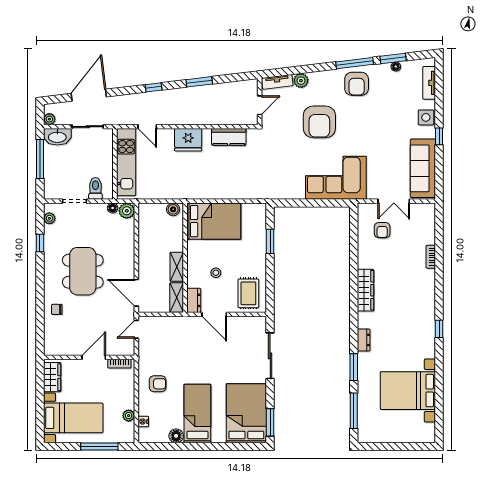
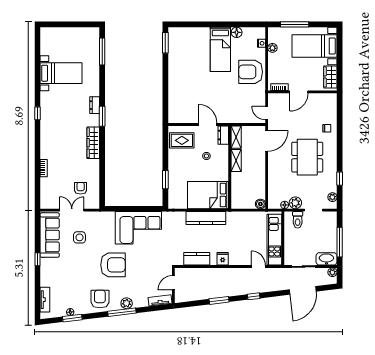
window: (355, 63) -> (122, 312), moved
plant: (301, 81) -> (127, 303), moved
side table: (426, 117) -> (79, 237), moved
armchair: (319, 122) -> (113, 265), moved, turned 90
fridge: (188, 140) -> (223, 259), width x0.53, depth x0.75
corner sofa: (336, 178) -> (138, 228), moved
kitchen counter: (217, 191) -> (206, 218), added
boiler: (173, 209) -> (260, 204), moved
plant: (127, 211) -> (295, 203), moved
door: (136, 293) -> (267, 141), hinge flipped
rug: (248, 293) -> (182, 140), turned 90
door: (136, 329) -> (267, 113), swing flipped
sliding door: (270, 356) -> (165, 93), removed
window: (354, 367) -> (102, 116), moved
armchair: (158, 384) -> (251, 72), width x1.88, depth x1.88
bed with nightstands: (408, 391) -> (61, 73), width x0.73
bed: (246, 413) -> (183, 50), removed

